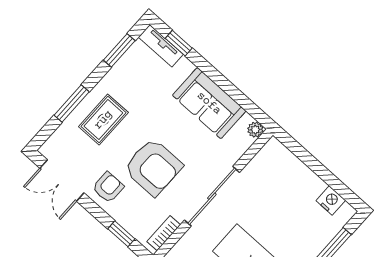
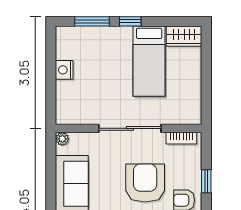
nightstand: (331, 200) -> (64, 70), moved
window: (121, 234) -> (206, 181), moved

